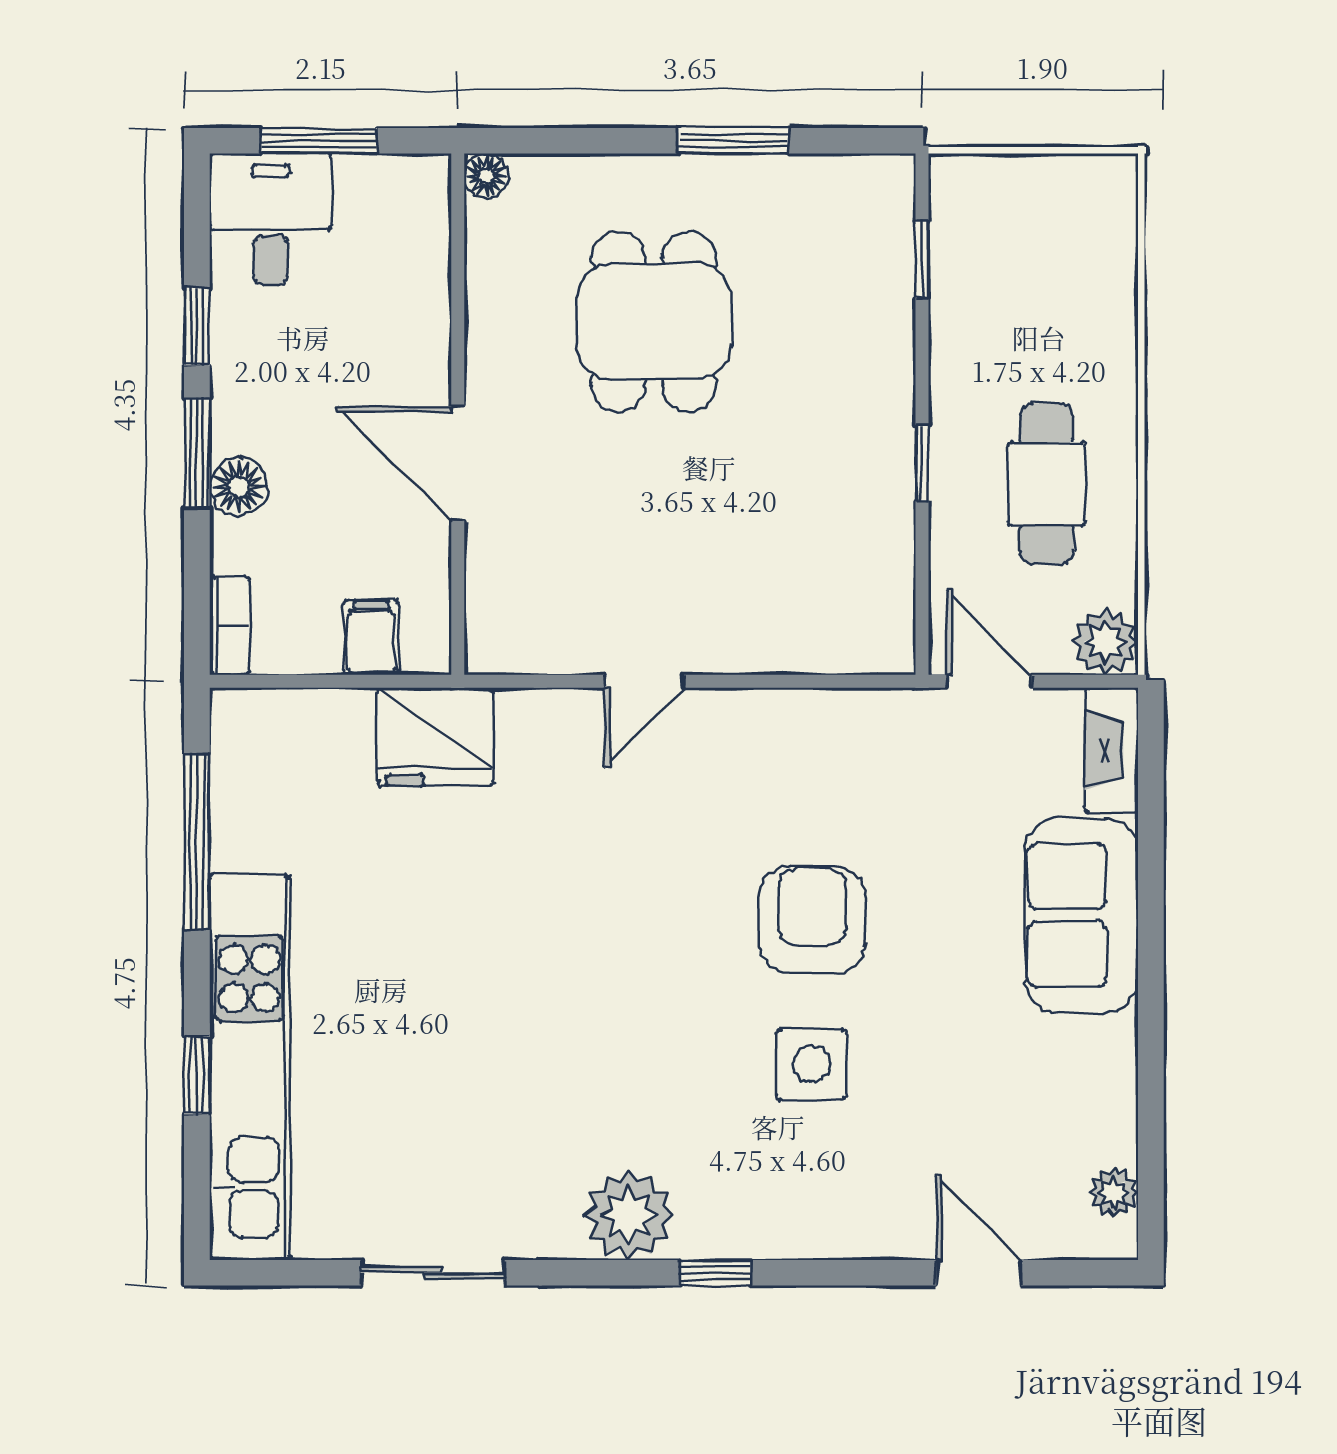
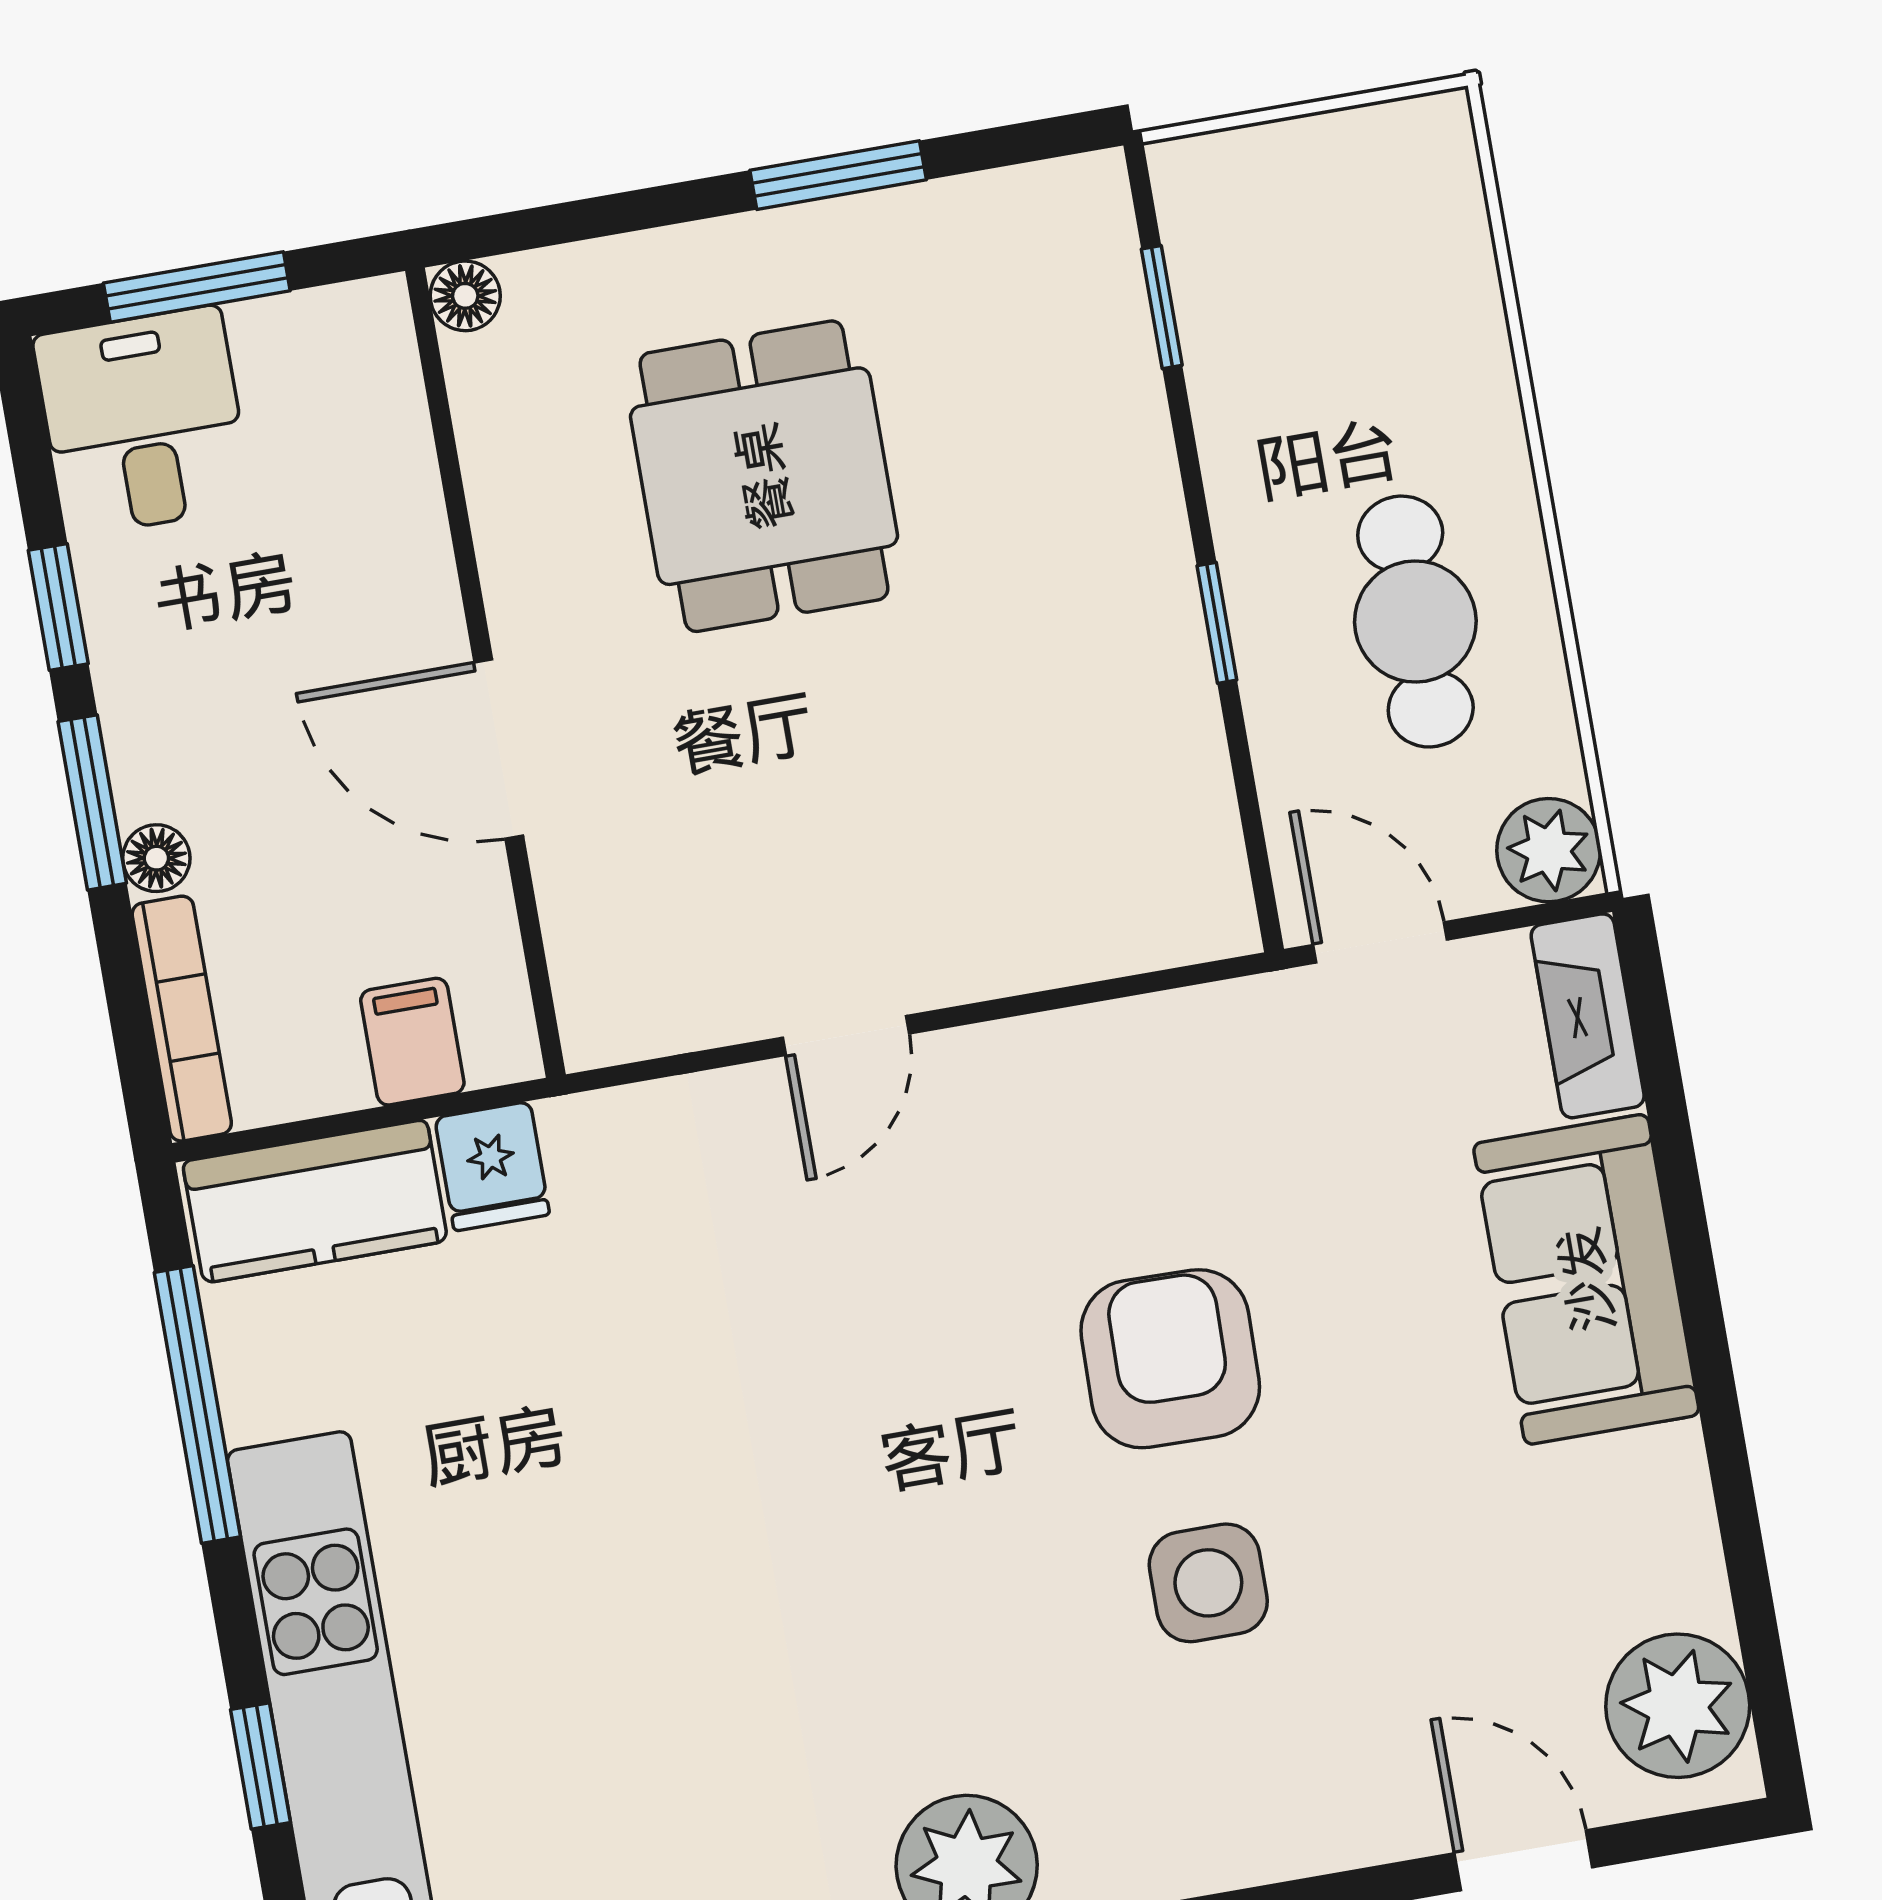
floor lamp: (239, 487) -> (156, 858), width x0.73, depth x0.73
bookcase: (229, 626) -> (182, 1019), width x1.56
kitchen counter: (293, 727) -> (315, 1201), added
fridge: (435, 737) -> (492, 1166), width x0.53, depth x0.75
plant: (1114, 1193) -> (1678, 1706), width x1.87, depth x1.87

